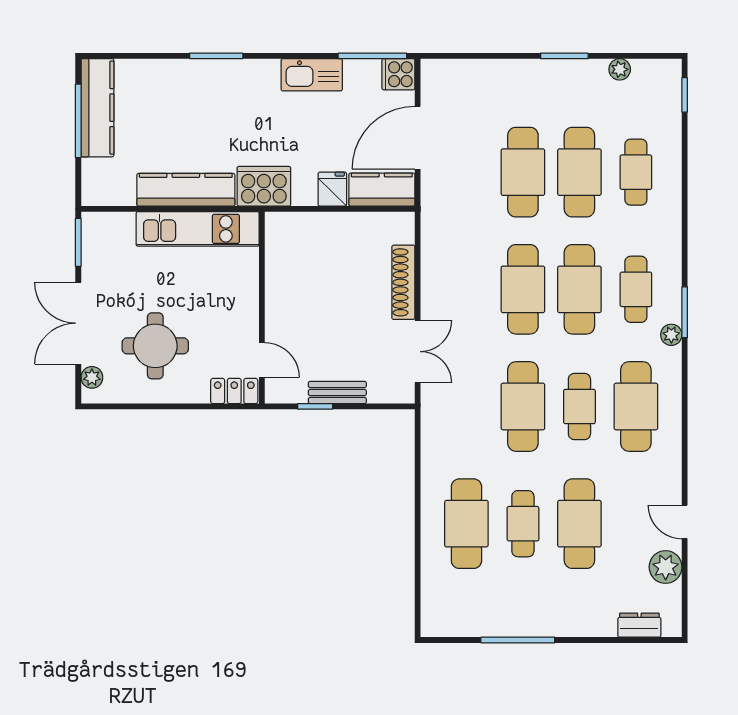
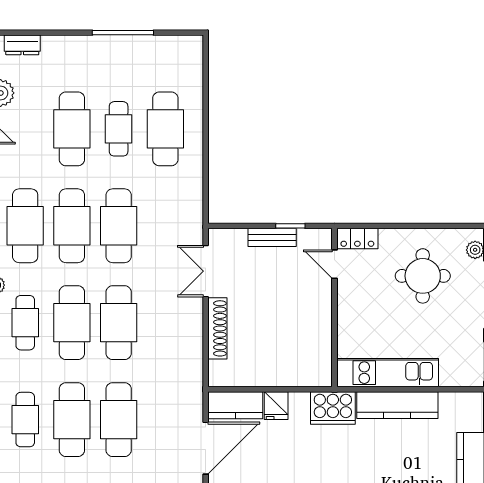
cafe table: (579, 406) -> (72, 226), width x1.37, depth x1.35

